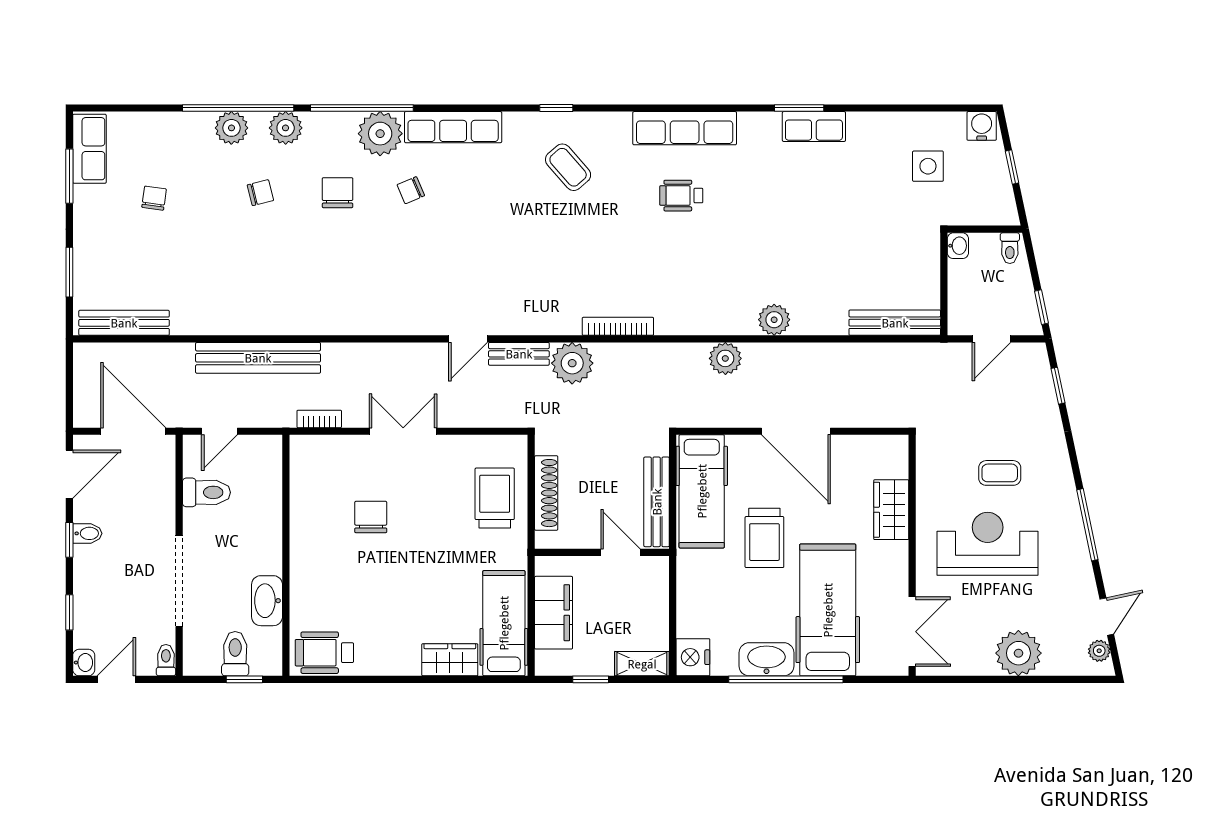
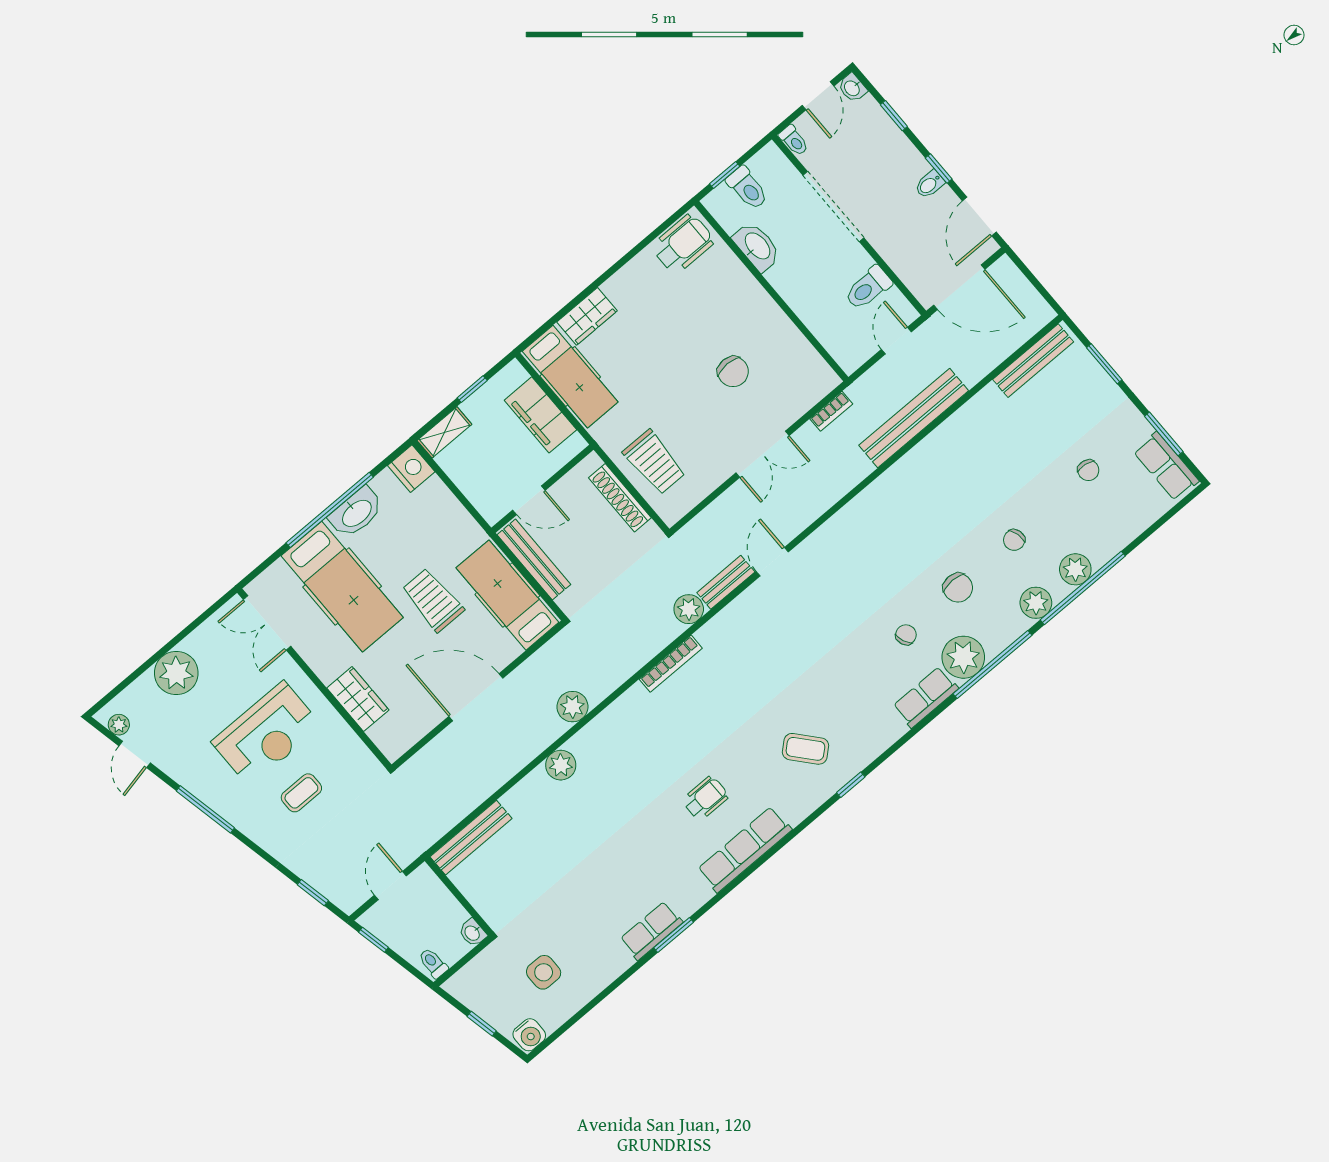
row of seats: (453, 127) -> (926, 697), width x0.68
plant: (572, 363) -> (689, 609), width x0.73, depth x0.73

